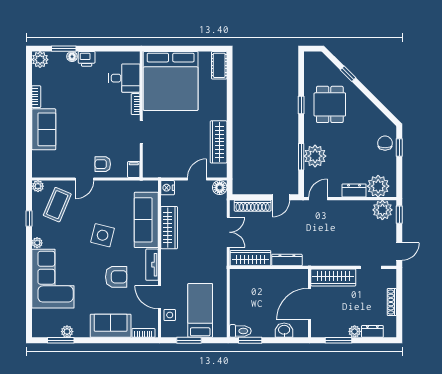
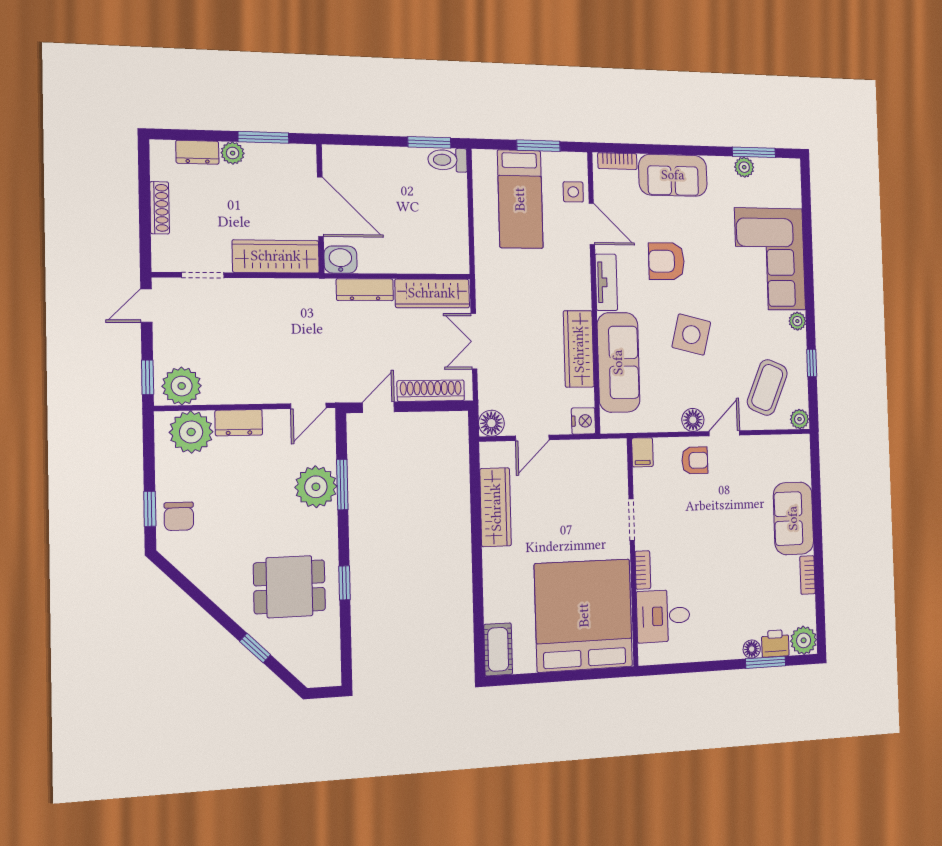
printer: (87, 59) -> (775, 643), moved
dining table: (330, 104) -> (289, 587), turned 90
floor lamp: (103, 187) -> (693, 420), added
door: (310, 304) -> (320, 207), hinge flipped
washbasin: (284, 330) -> (340, 260), moved, turned 180

